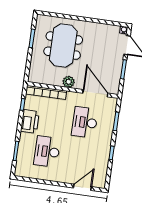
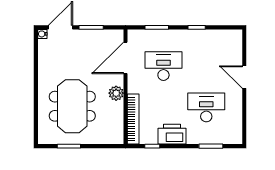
meeting table: (63, 46) -> (72, 106), turned 90
desk: (85, 122) -> (163, 66), turned 180
desk: (47, 152) -> (206, 107), turned 180
door: (82, 187) -> (244, 77), moved

